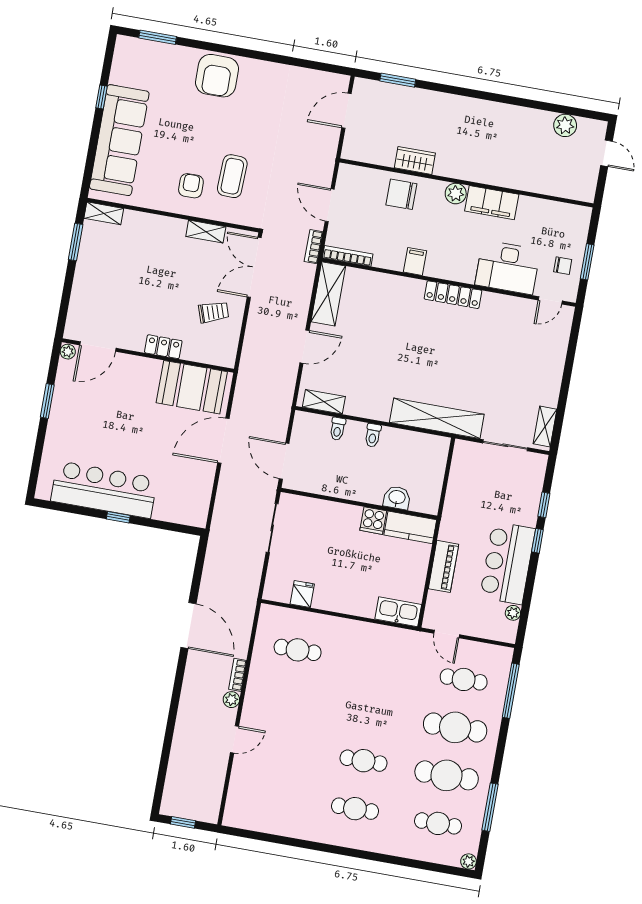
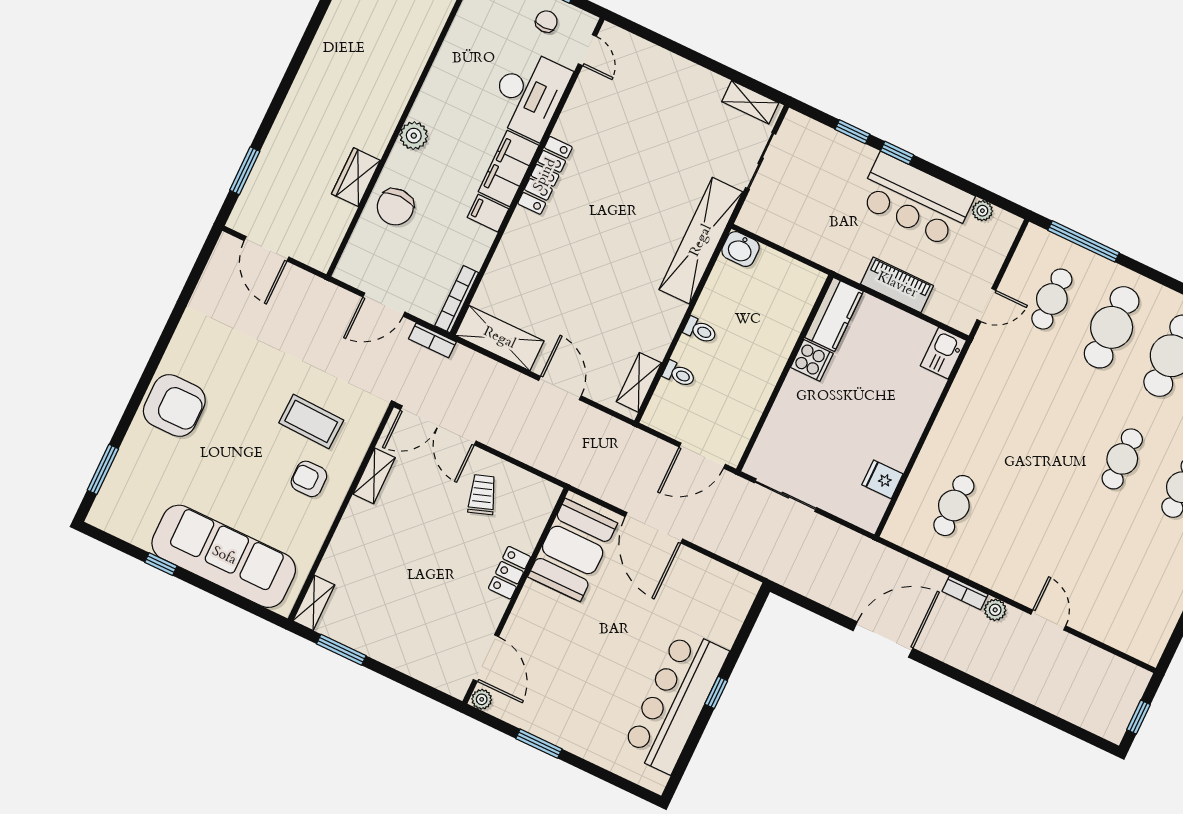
filing cabinet: (492, 203) -> (509, 169), moved, turned 180
washbasin: (397, 498) -> (741, 249), moved, turned -90
kitchen sink: (398, 612) -> (943, 353), width x0.73

